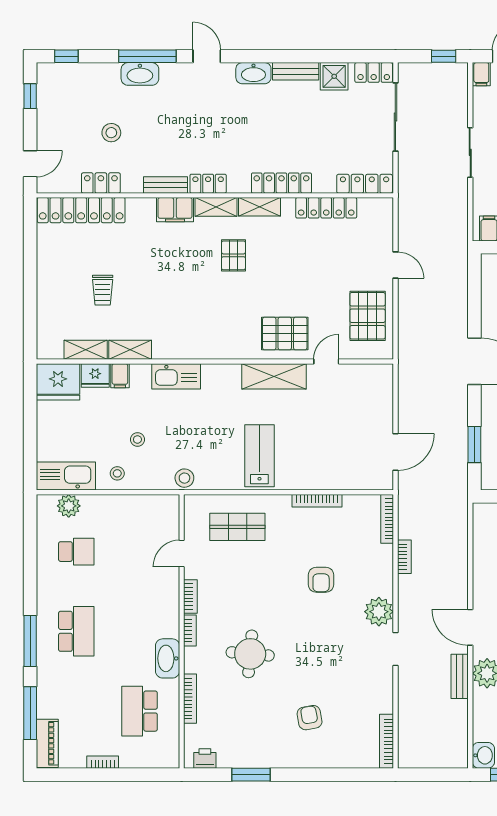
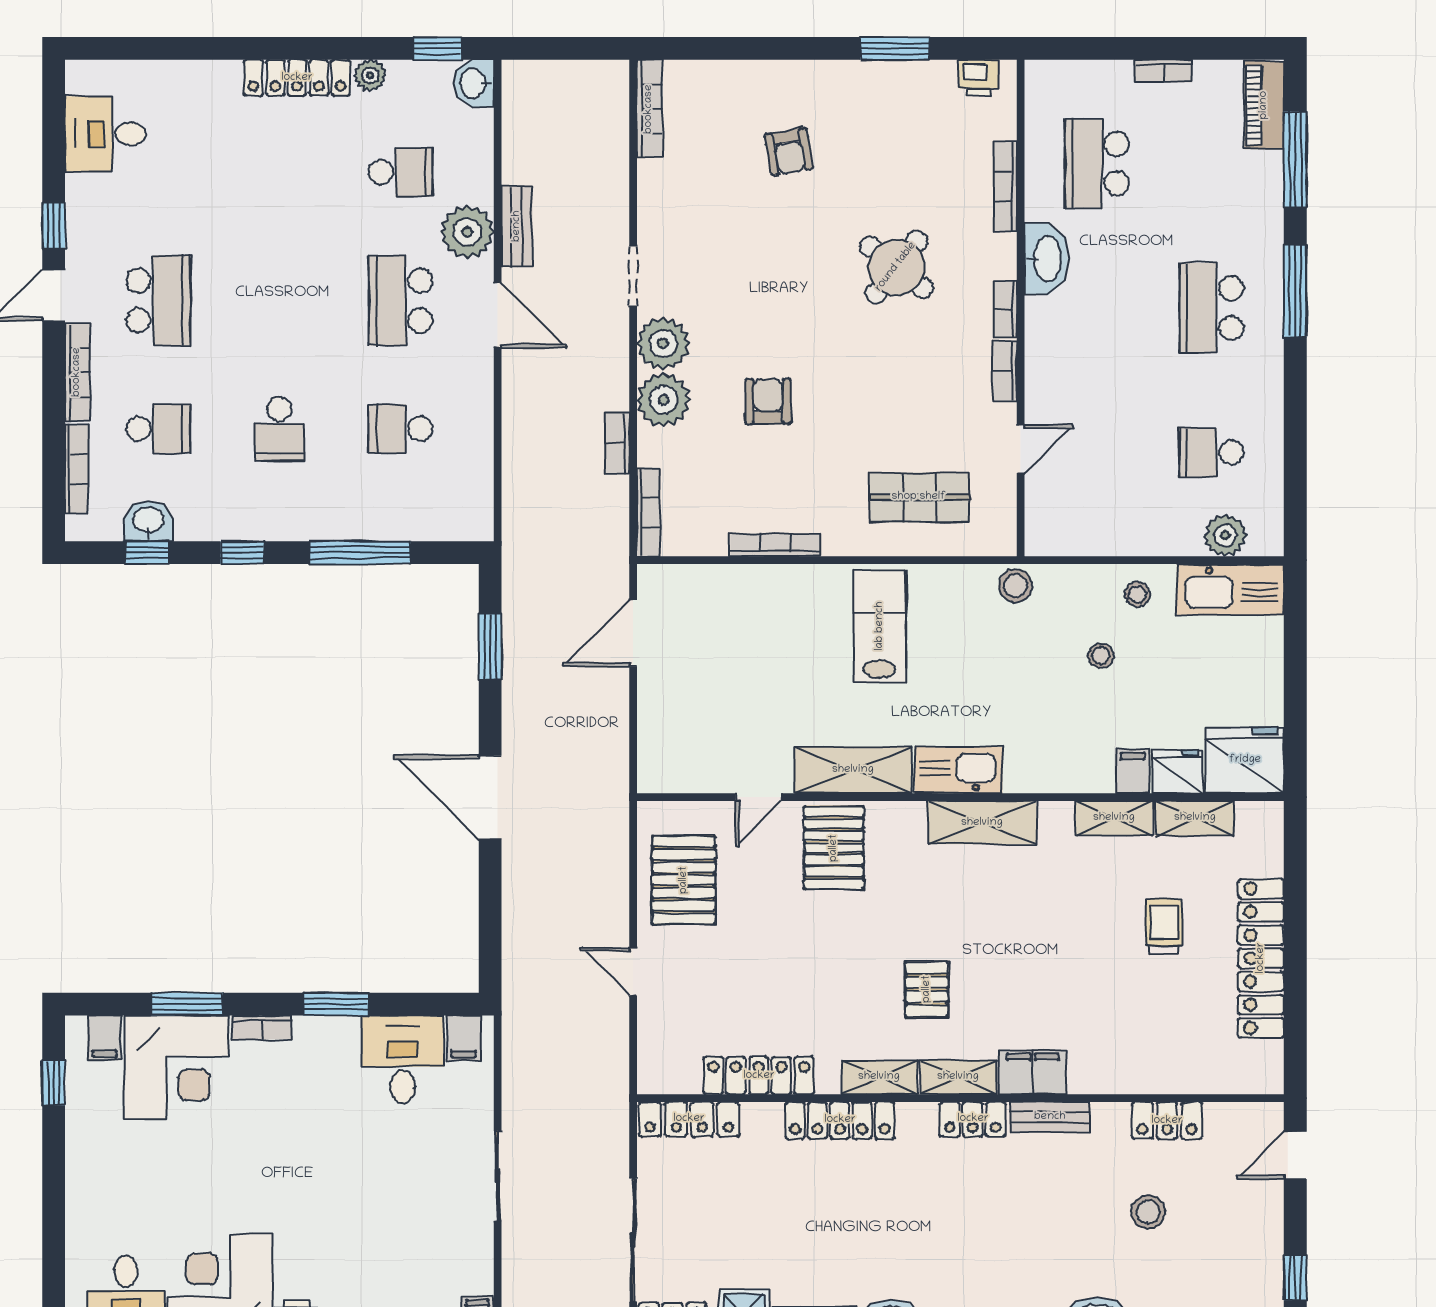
locker: (81, 210) -> (1261, 958), moved, turned -90
pallet: (285, 334) -> (834, 848), turned 90
shelving: (203, 347) -> (982, 823), added
kitchen sink: (176, 376) -> (959, 770), moved
lab bench: (259, 456) -> (880, 626), turned 180
plant: (379, 581) -> (664, 400), added
round table: (250, 654) -> (896, 267), turned 33
school desk: (140, 711) -> (1097, 163), turned 180

